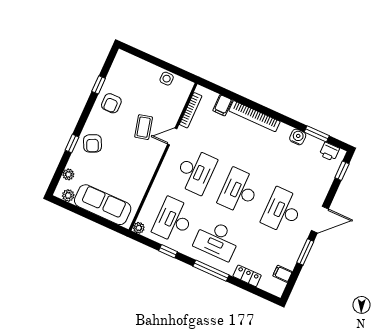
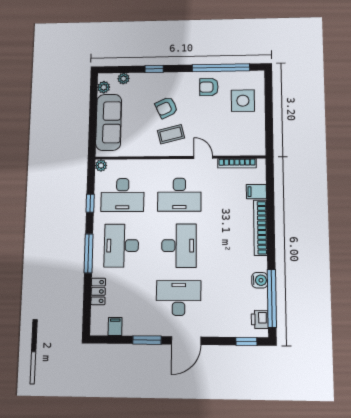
side table: (167, 79) -> (243, 101), moved, width x1.87, depth x1.87
window: (99, 85) -> (221, 68), width x3.17
coffee table: (144, 127) -> (171, 134), moved
window: (317, 134) -> (272, 298), width x2.11
armchair: (92, 143) -> (166, 108), moved
desk: (239, 191) -> (179, 246), turned 90
desk: (173, 220) -> (122, 195), turned 180
door: (320, 220) -> (186, 341), hinge flipped

